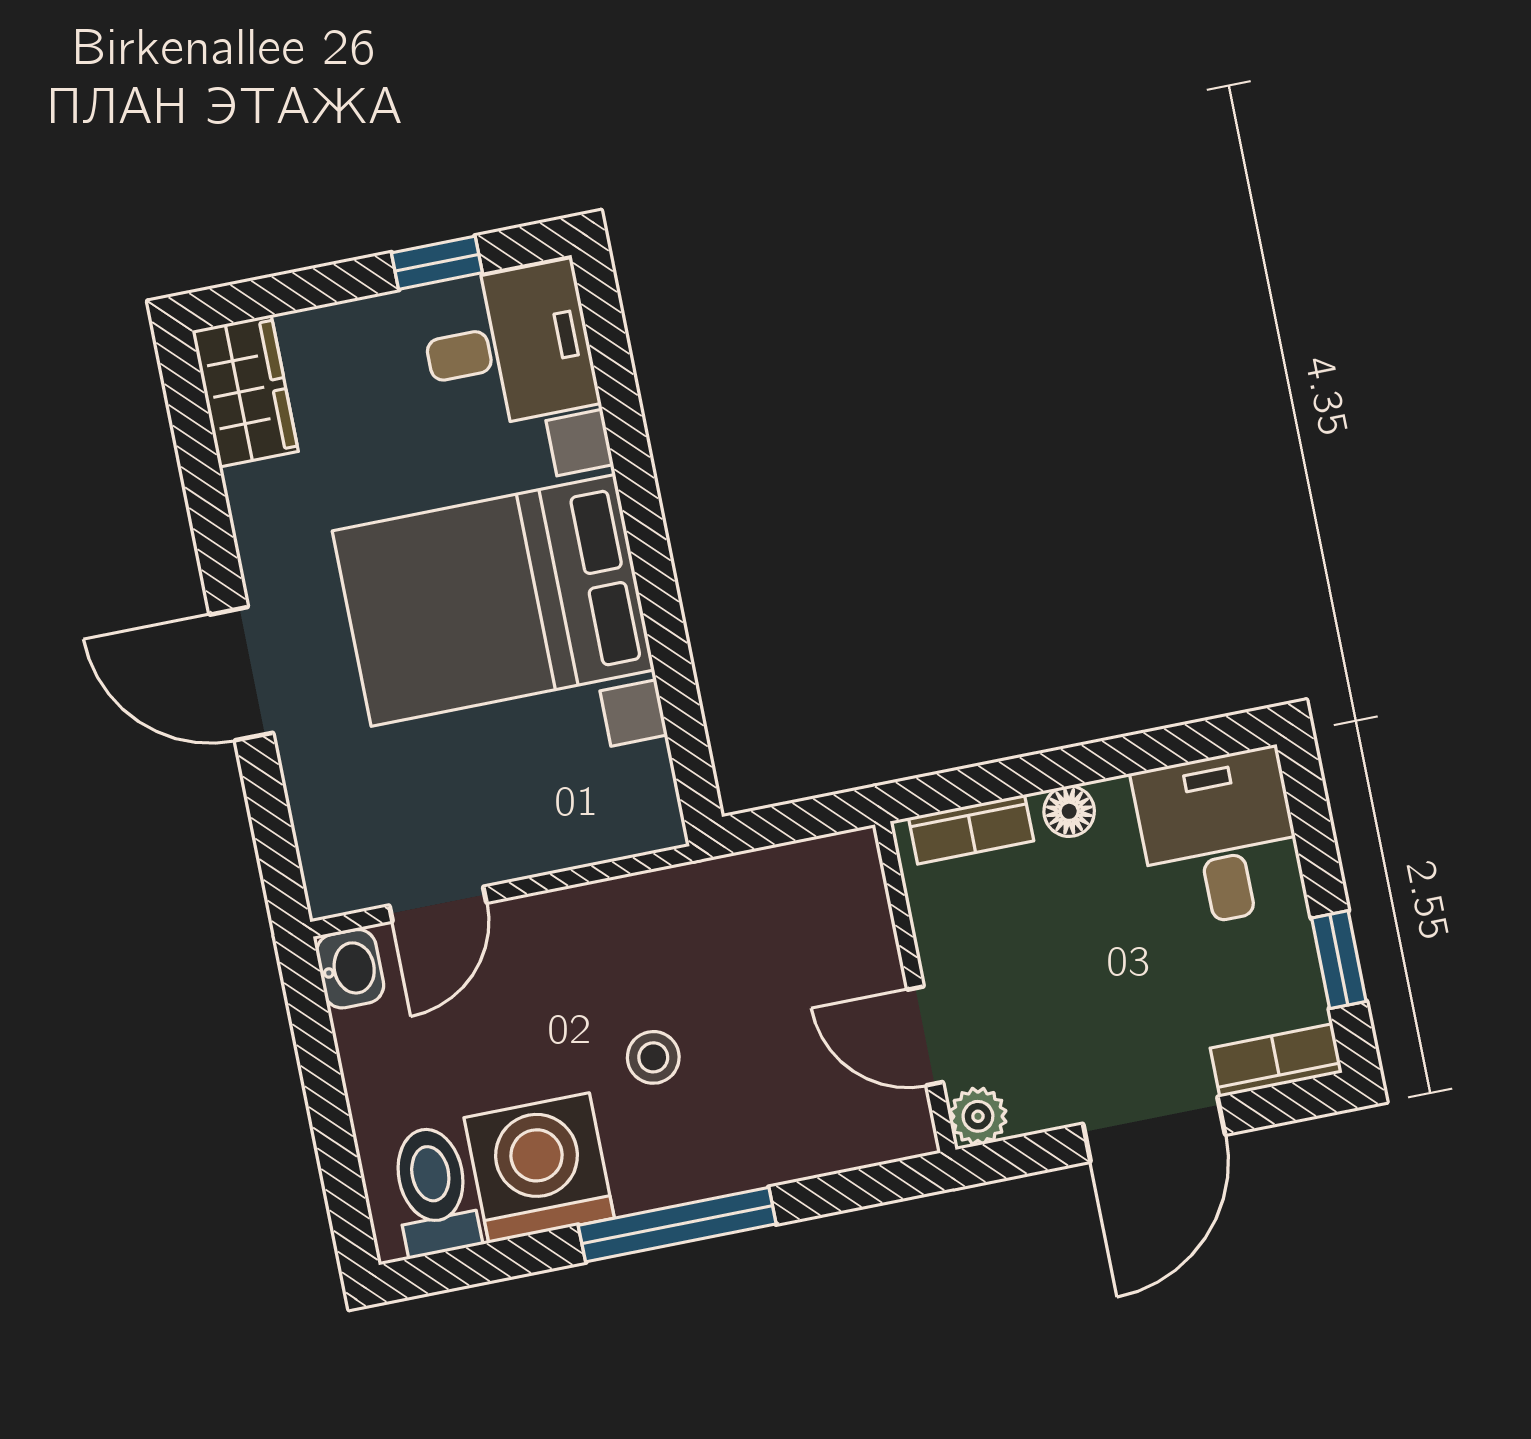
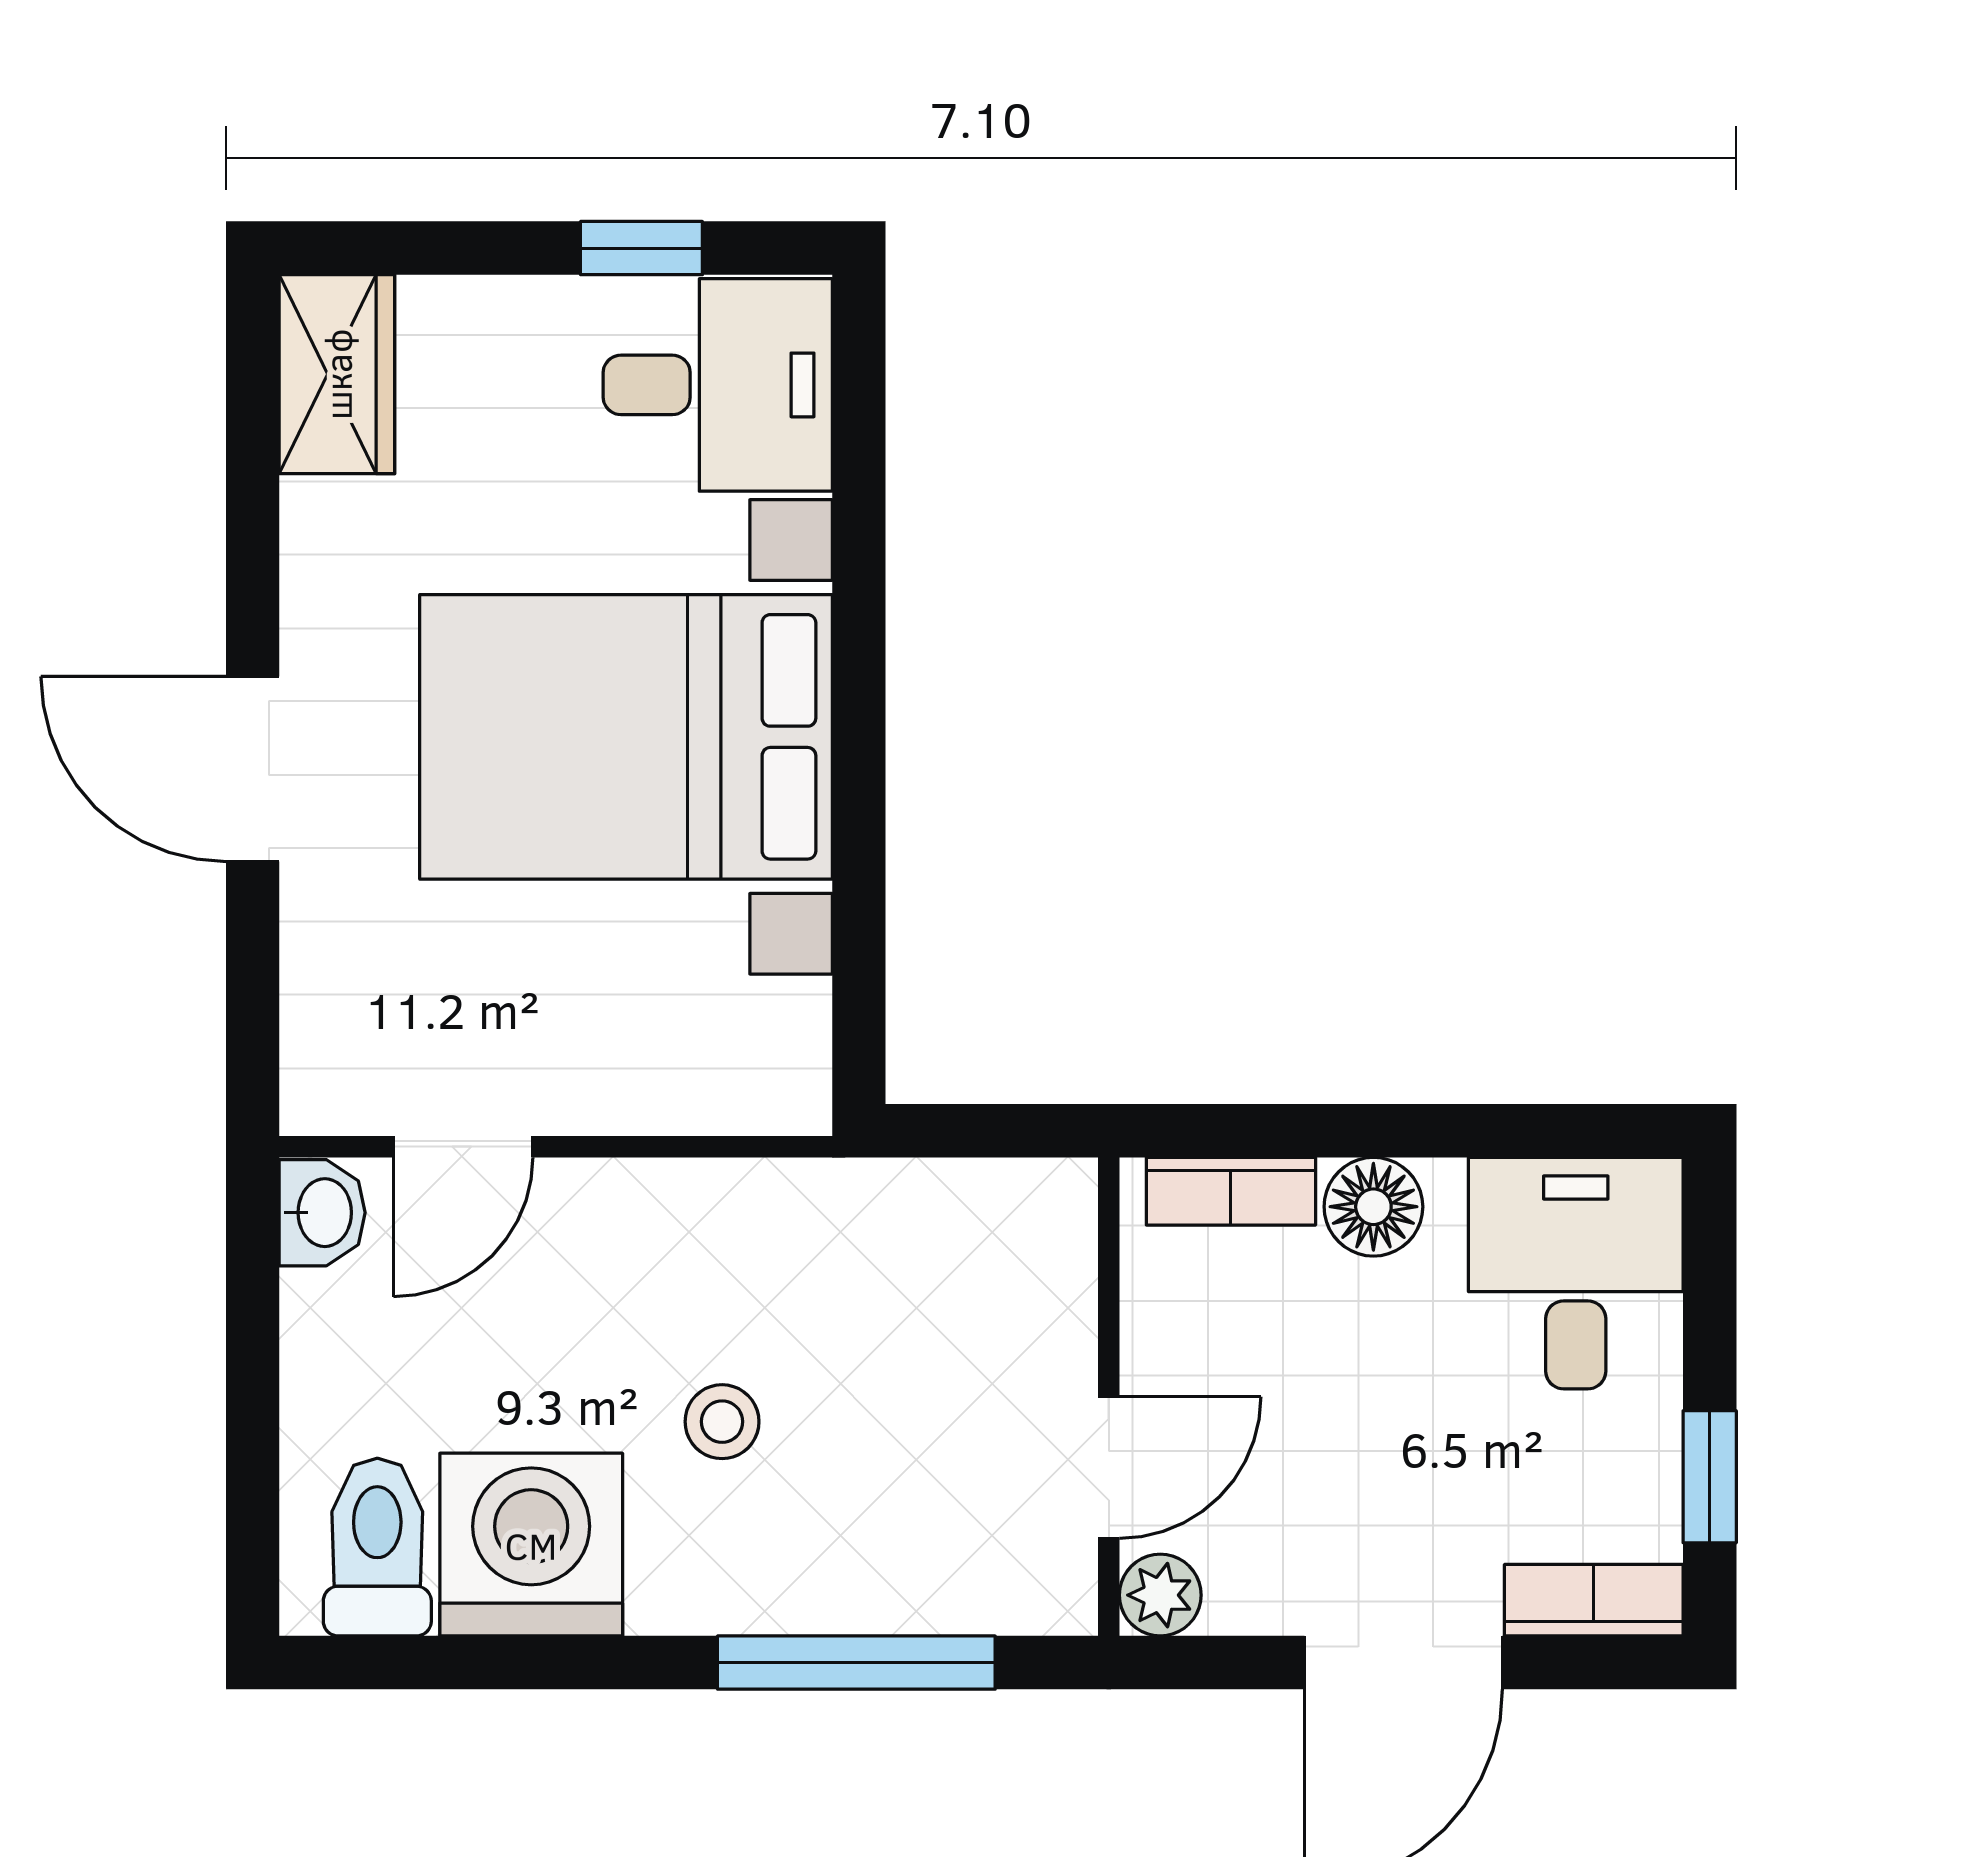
floor lamp: (1069, 811) -> (1373, 1207), width x1.37, depth x1.37
door: (925, 1036) -> (1109, 1468), swing flipped
window: (677, 1225) -> (856, 1663), moved

